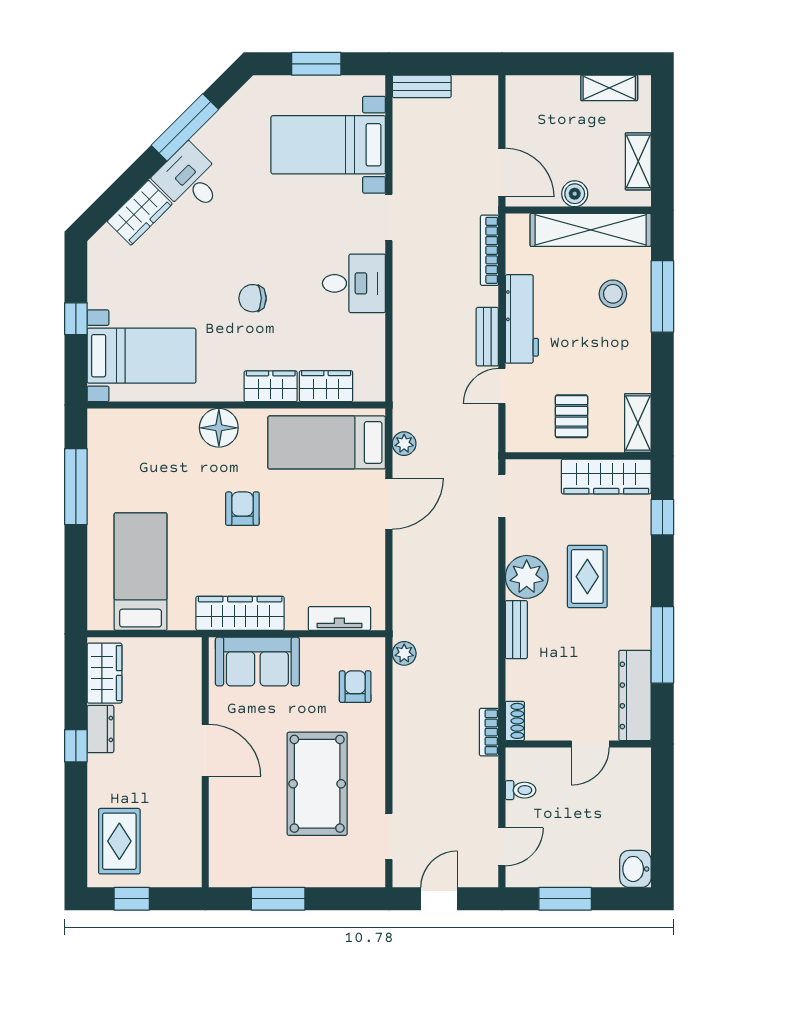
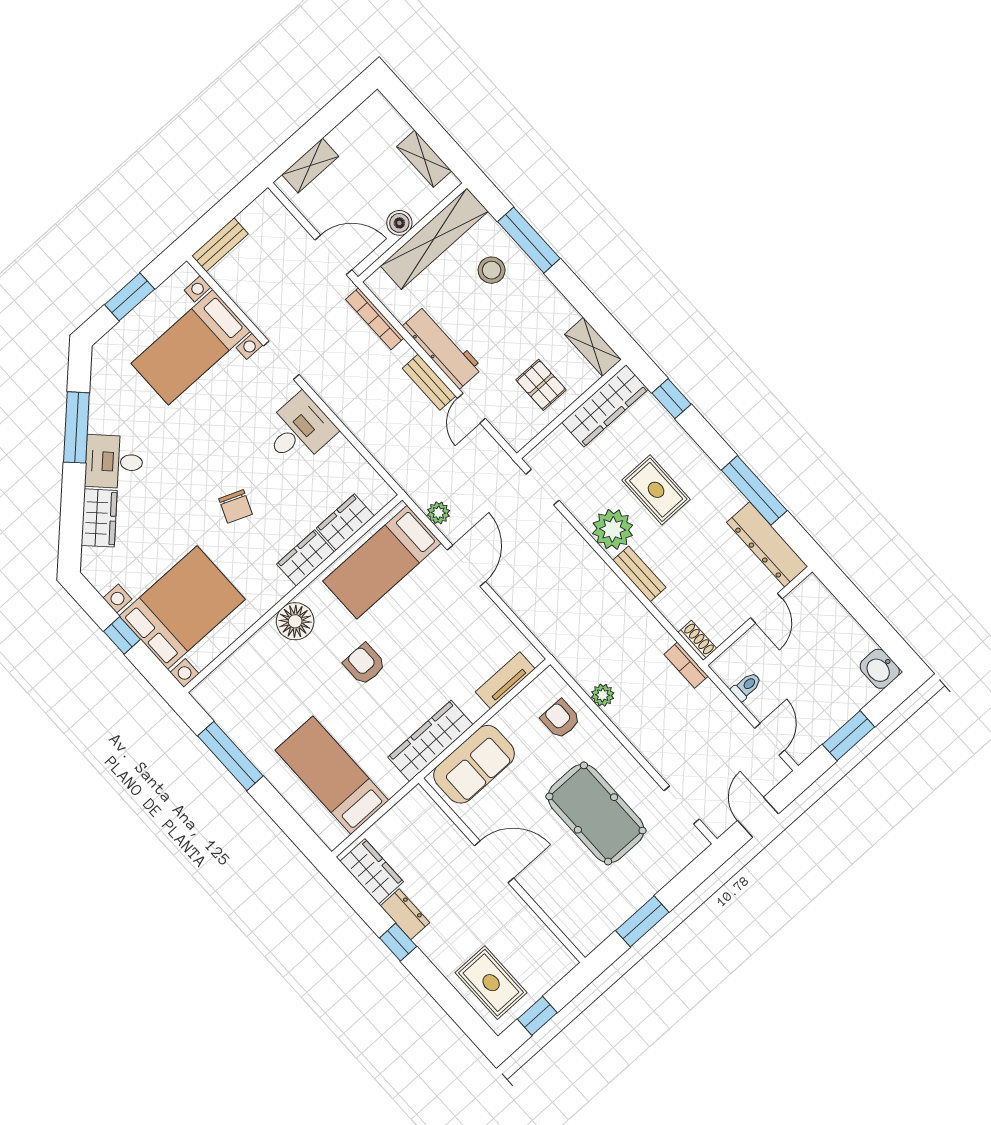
shelving: (609, 88) -> (310, 165), moved
chair: (253, 298) -> (236, 506), turned -68
bed with nightstands: (141, 356) -> (182, 608), width x1.36
plant: (404, 653) -> (603, 695), moved

